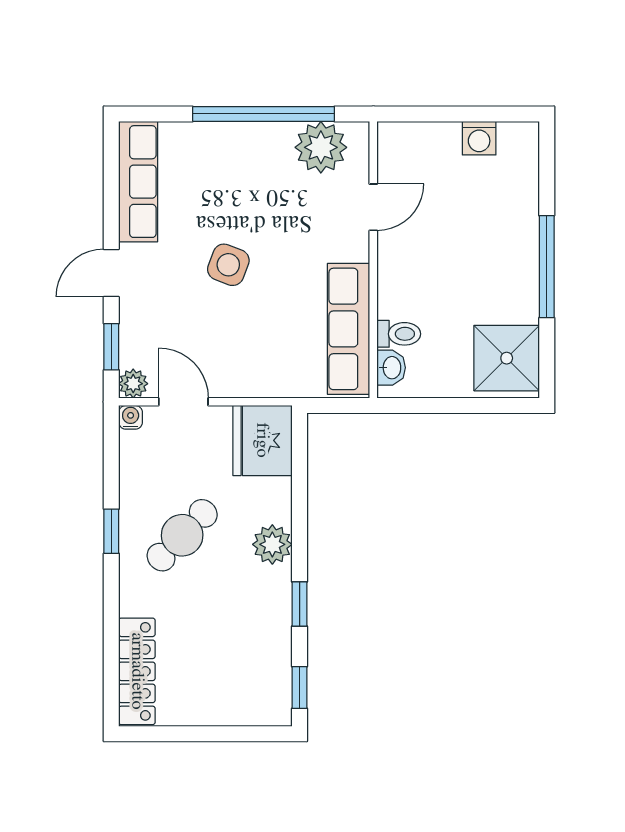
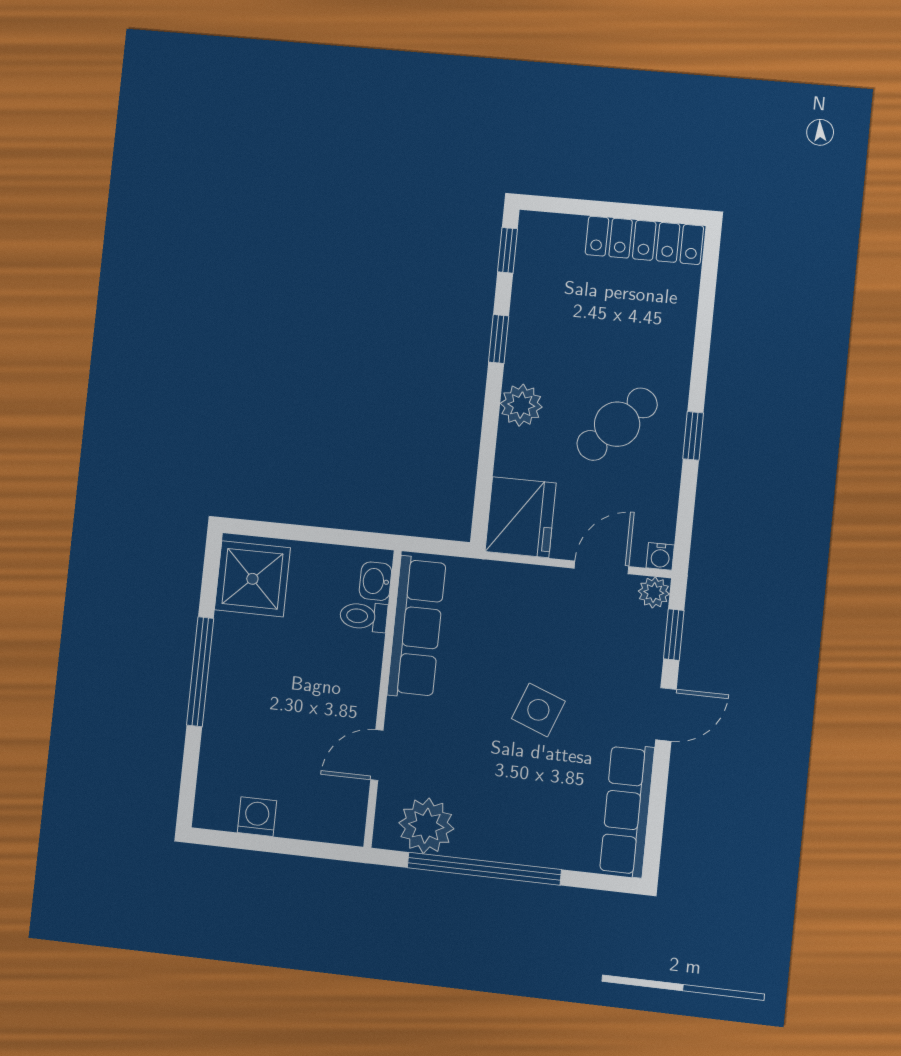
door: (183, 402) -> (601, 567), swing flipped
locker: (137, 671) -> (644, 240), moved, turned -90

